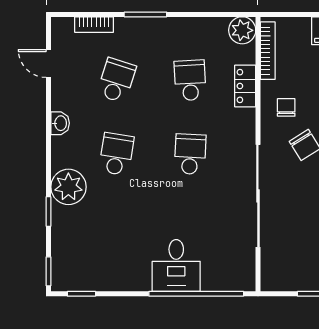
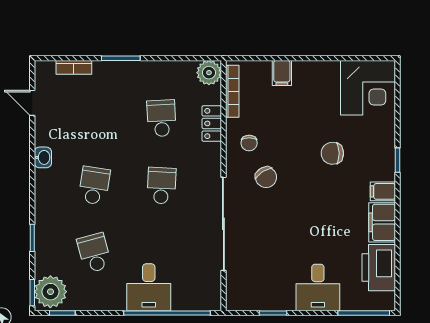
school desk: (116, 80) -> (94, 253), moved, turned -33
chair: (286, 107) -> (249, 143), turned 180
plant: (68, 187) -> (50, 292), moved

